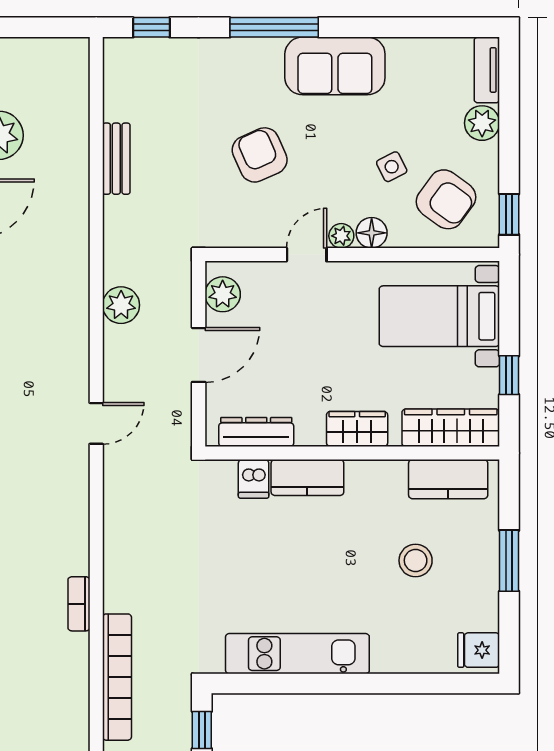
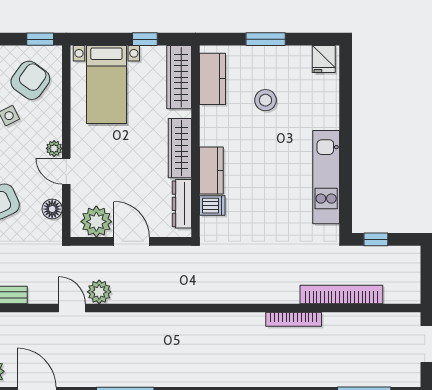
floor lamp: (372, 233) -> (52, 209), moved
plant: (223, 294) -> (96, 222), width x1.36, depth x1.36
door: (96, 423) -> (72, 308), moved
wardrobe: (357, 429) -> (180, 148), width x1.50
bookcase: (79, 604) -> (294, 319), width x1.56

